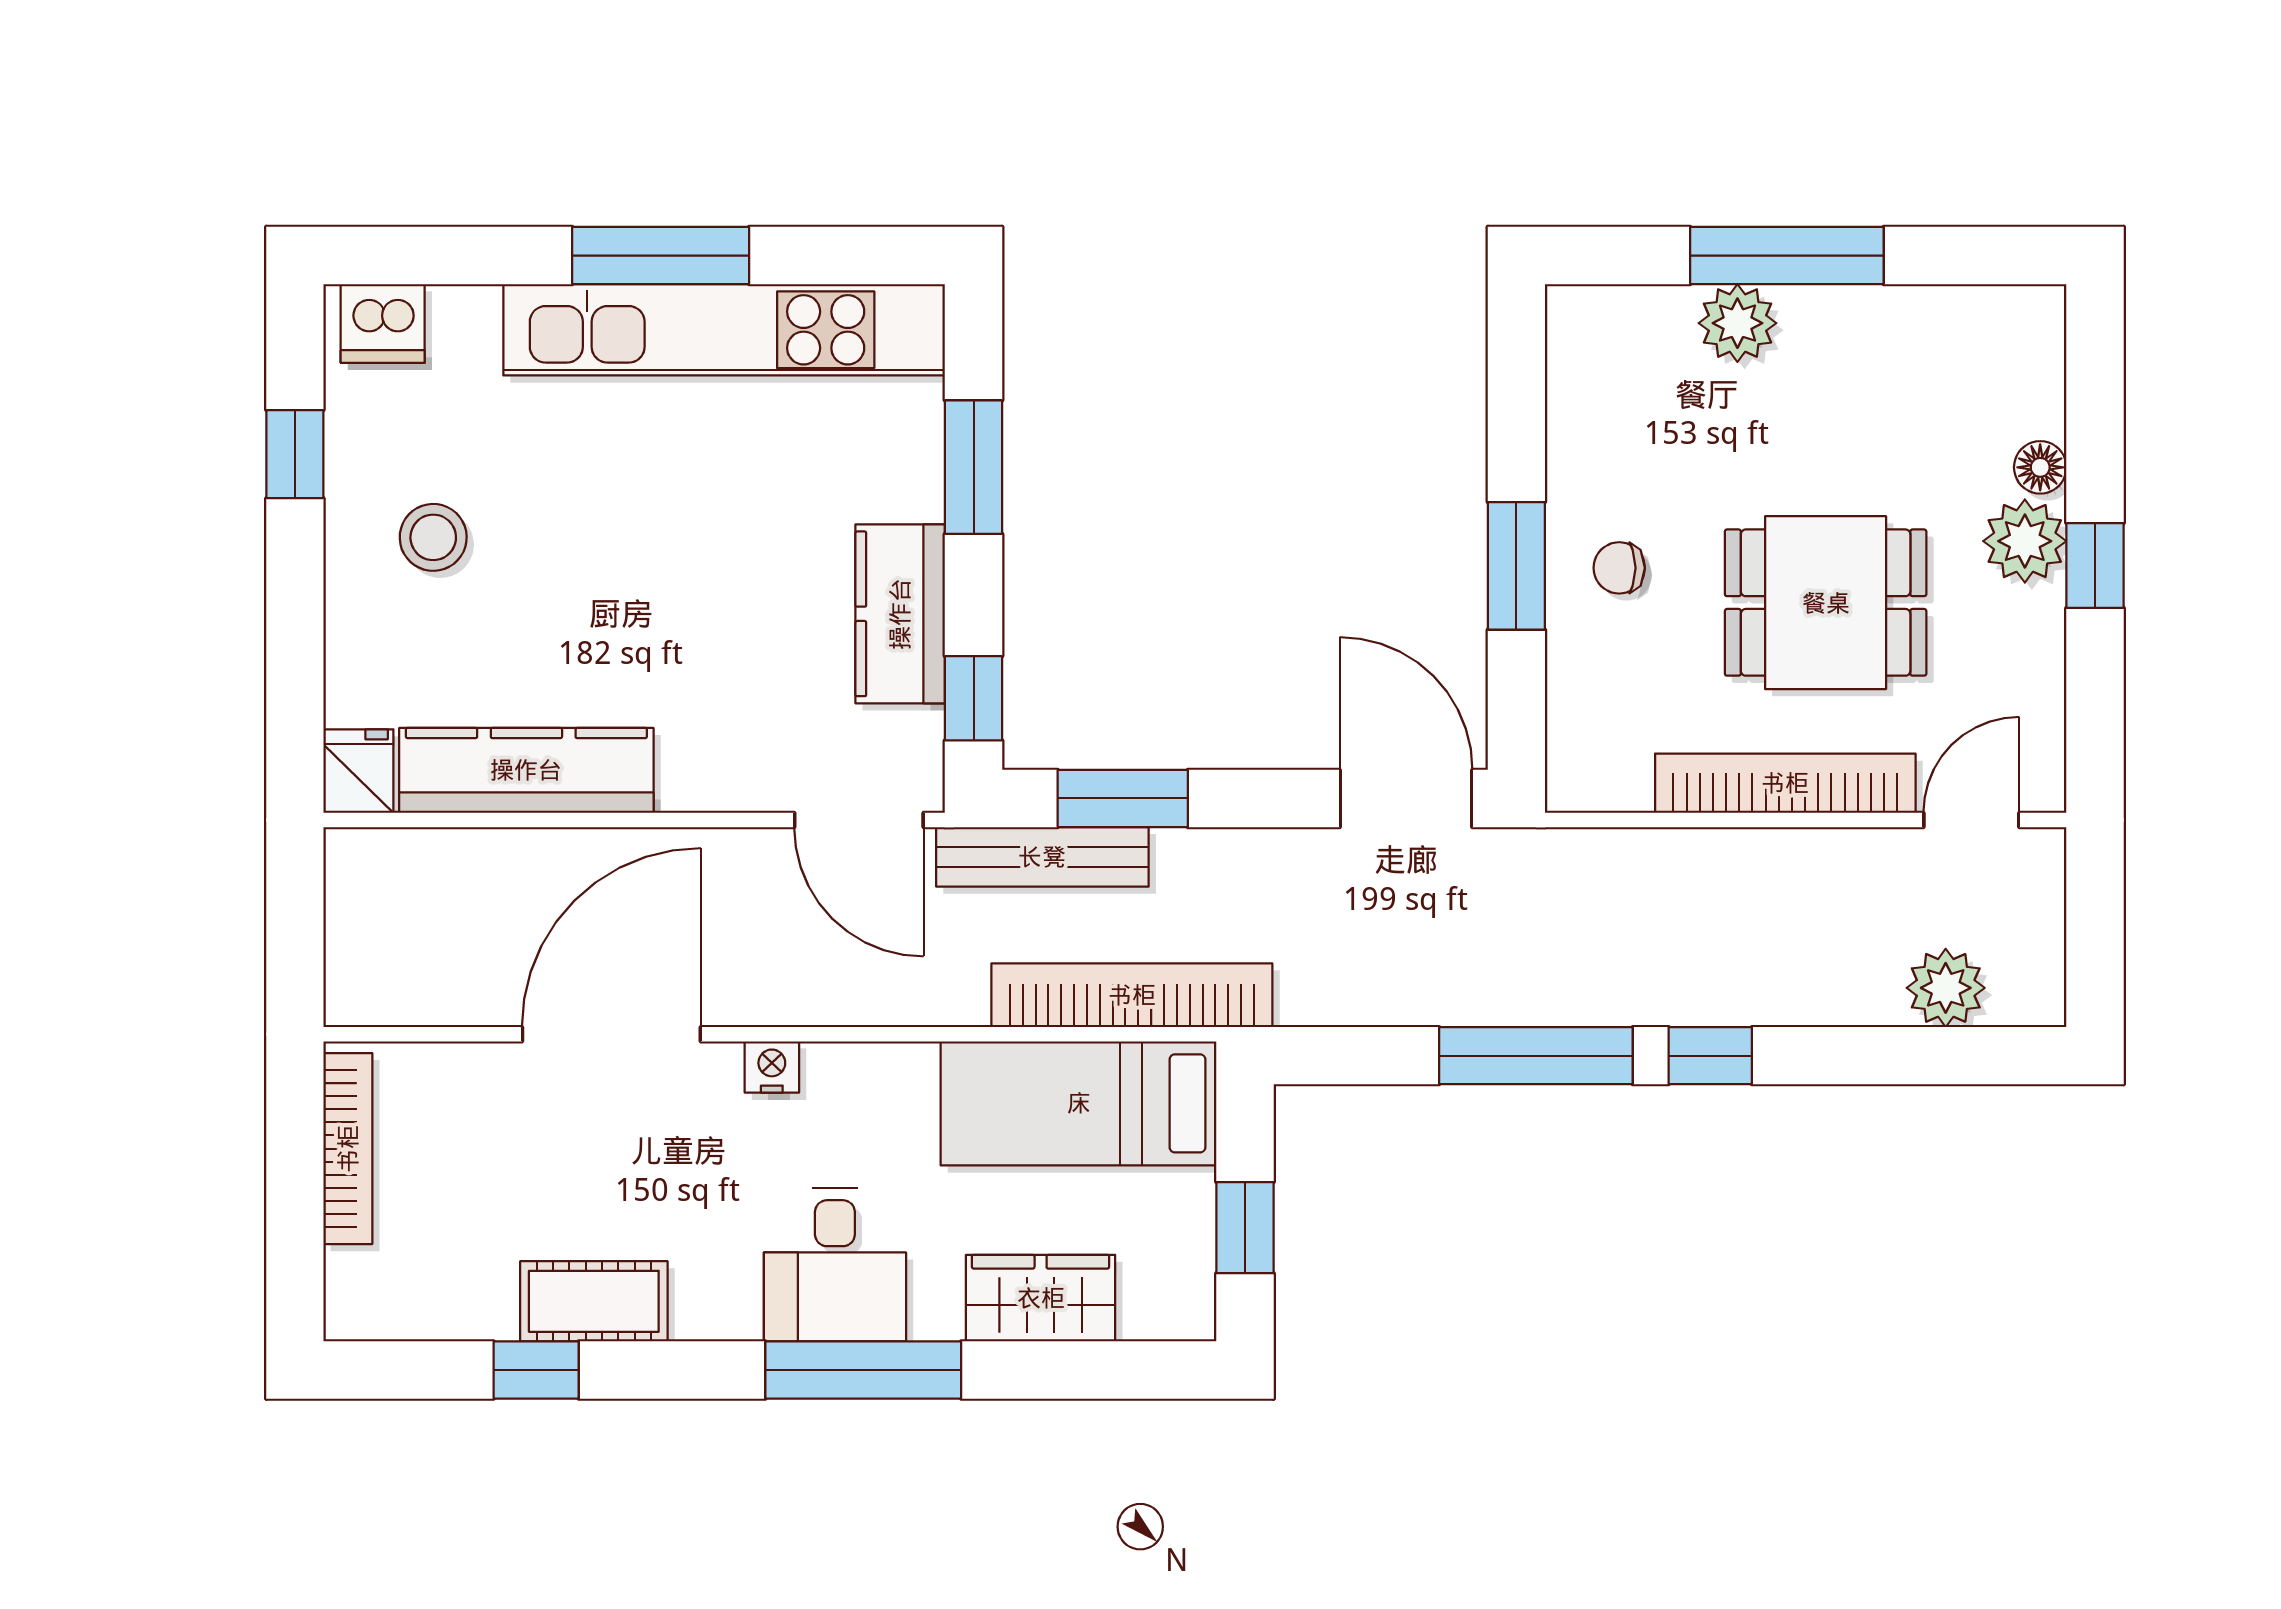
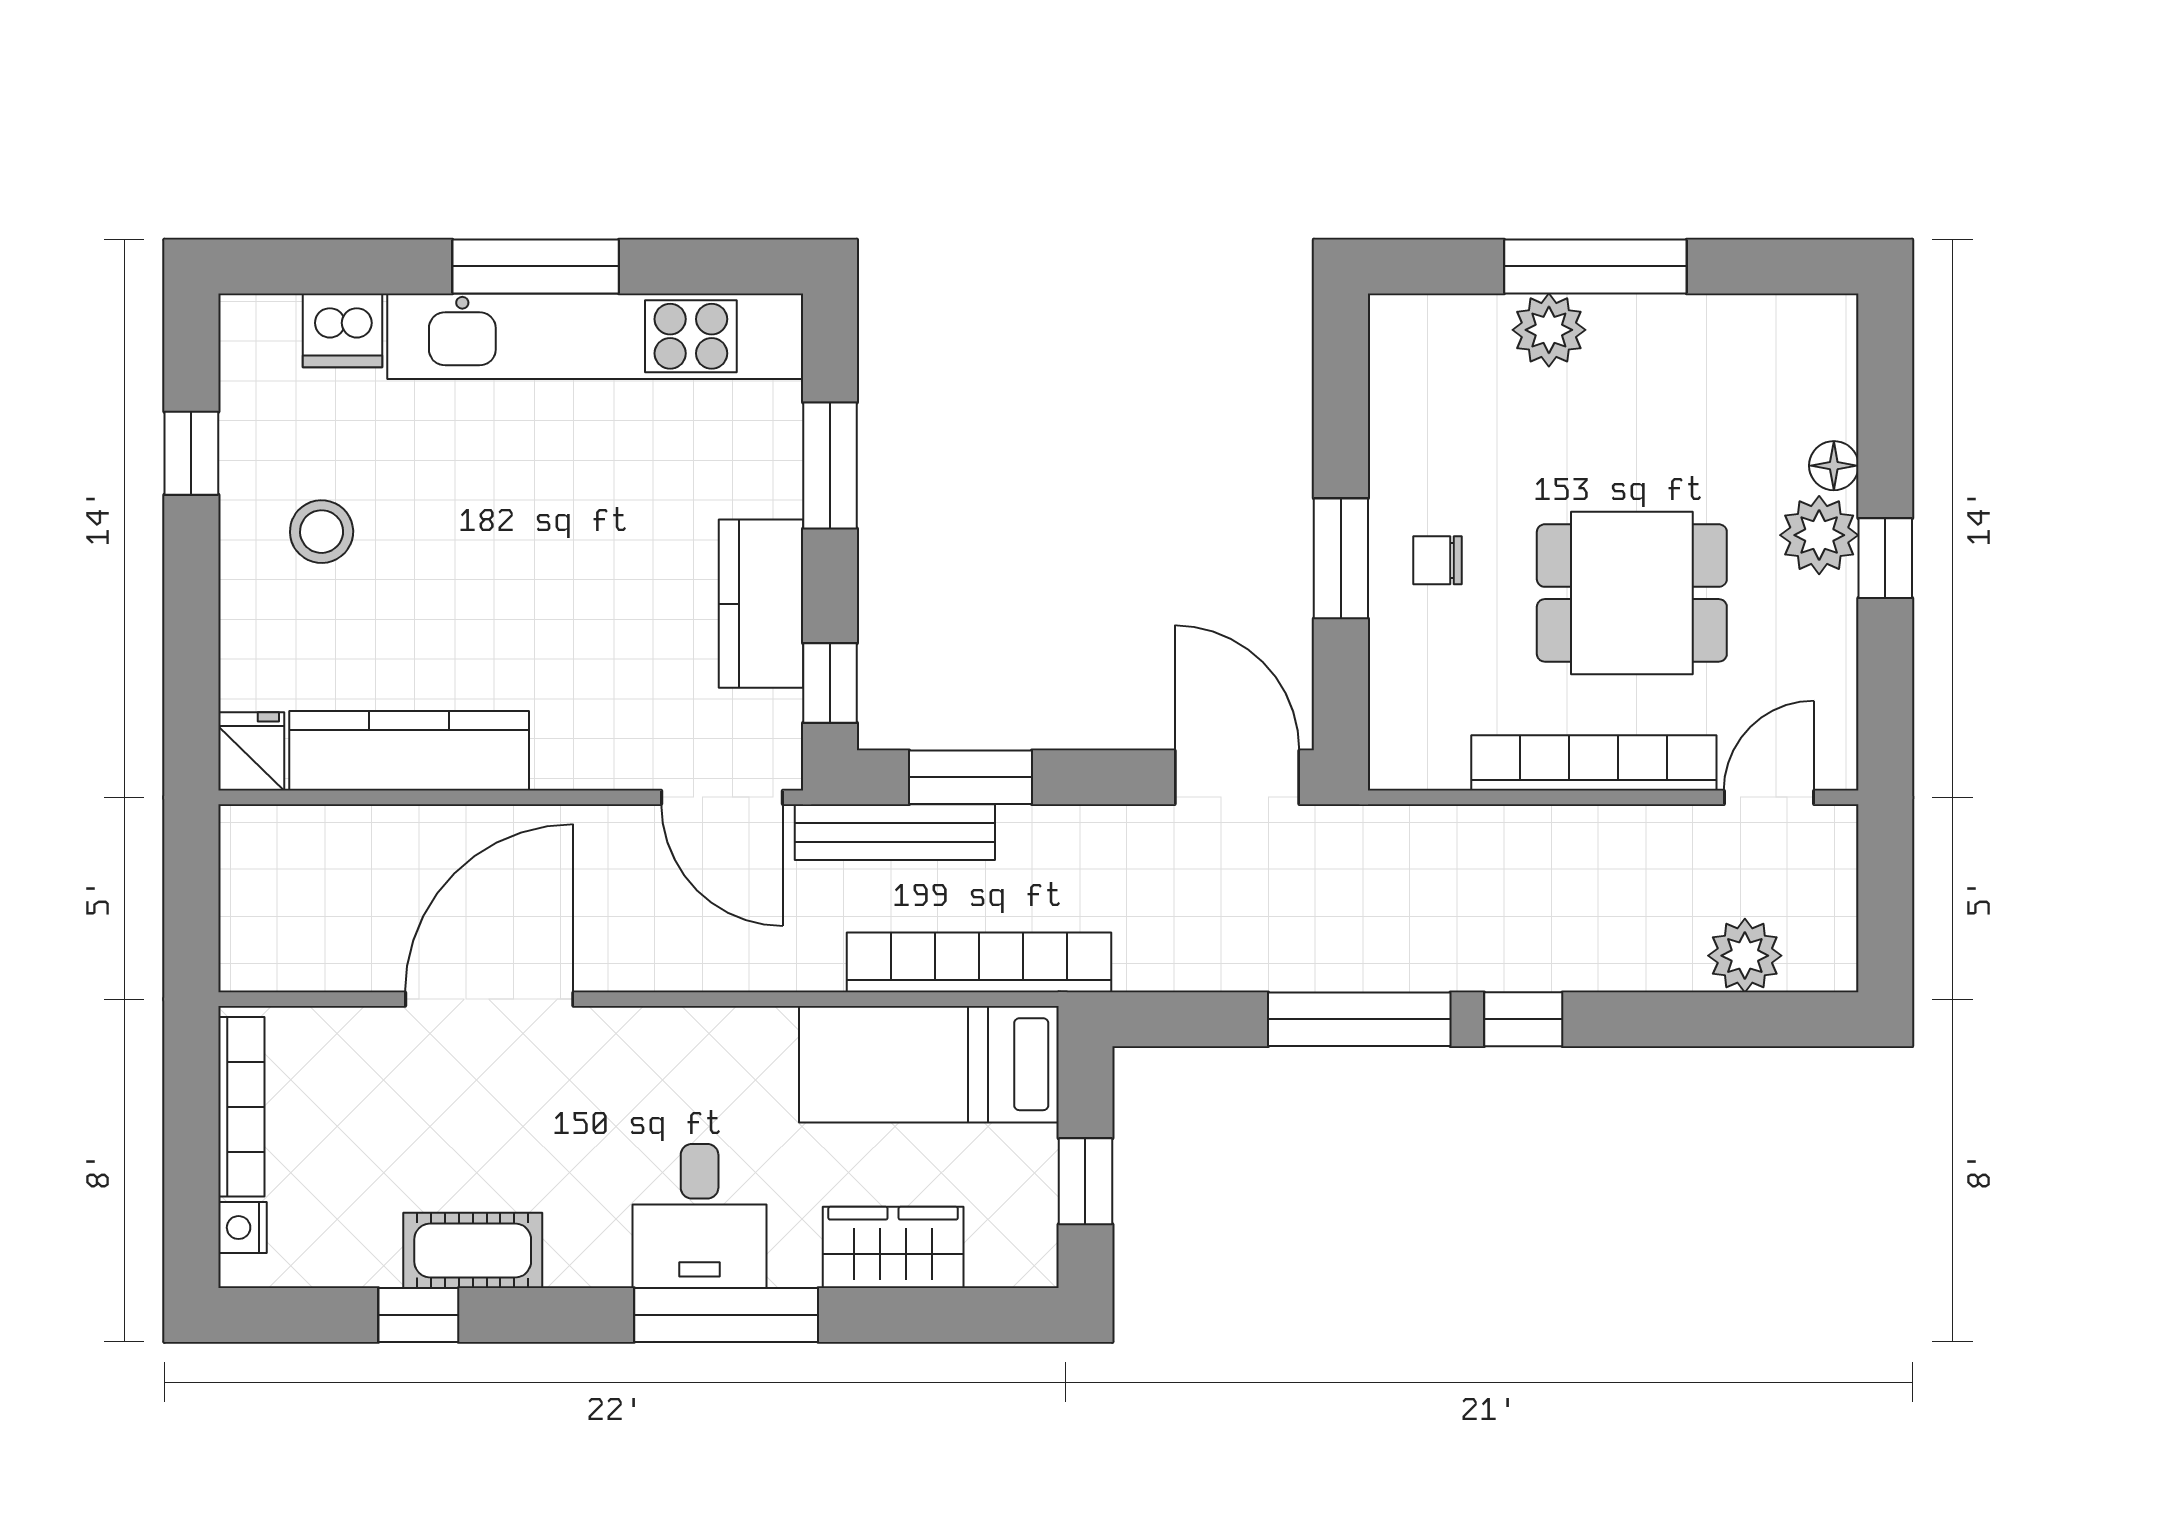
dishwasher: (383, 323) -> (343, 330), moved
nightstand: (772, 1067) -> (242, 1228), moved, turned -90

